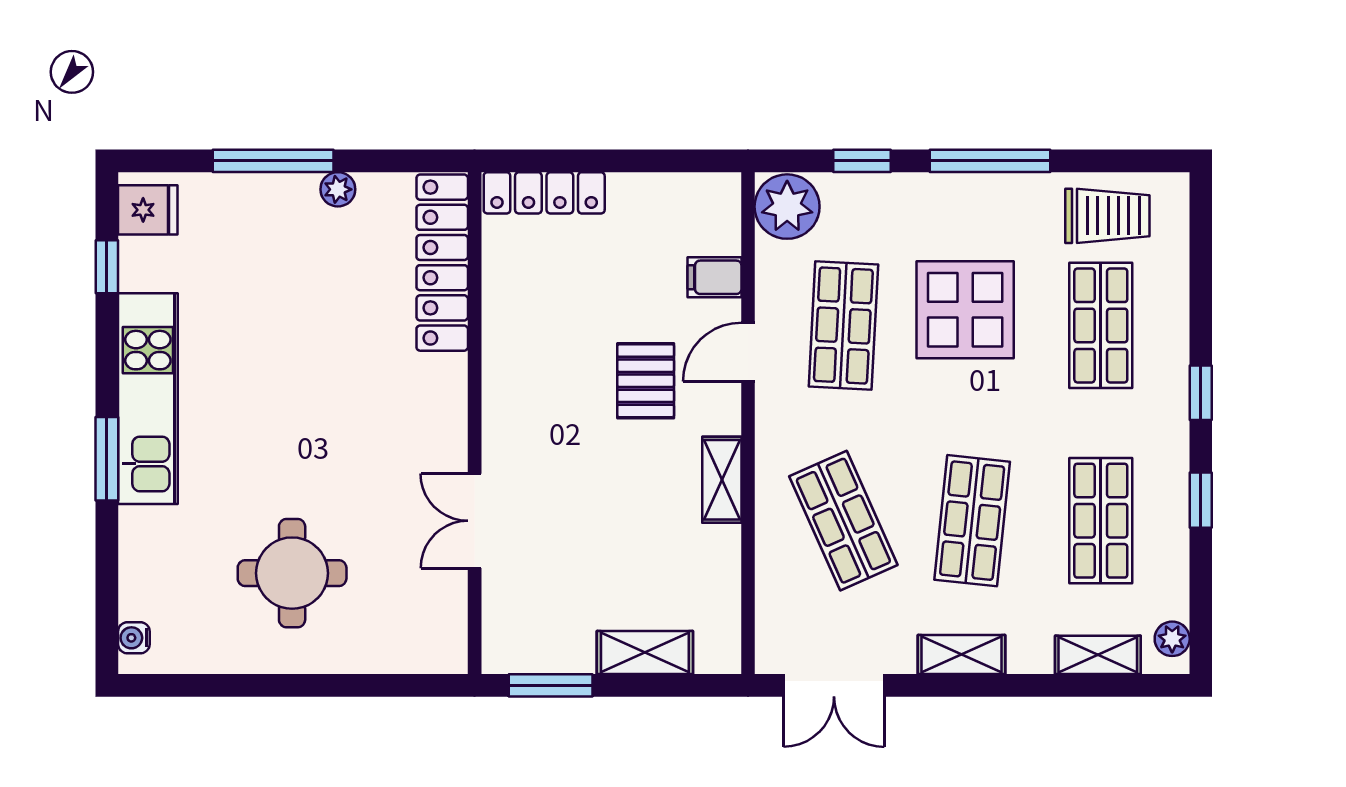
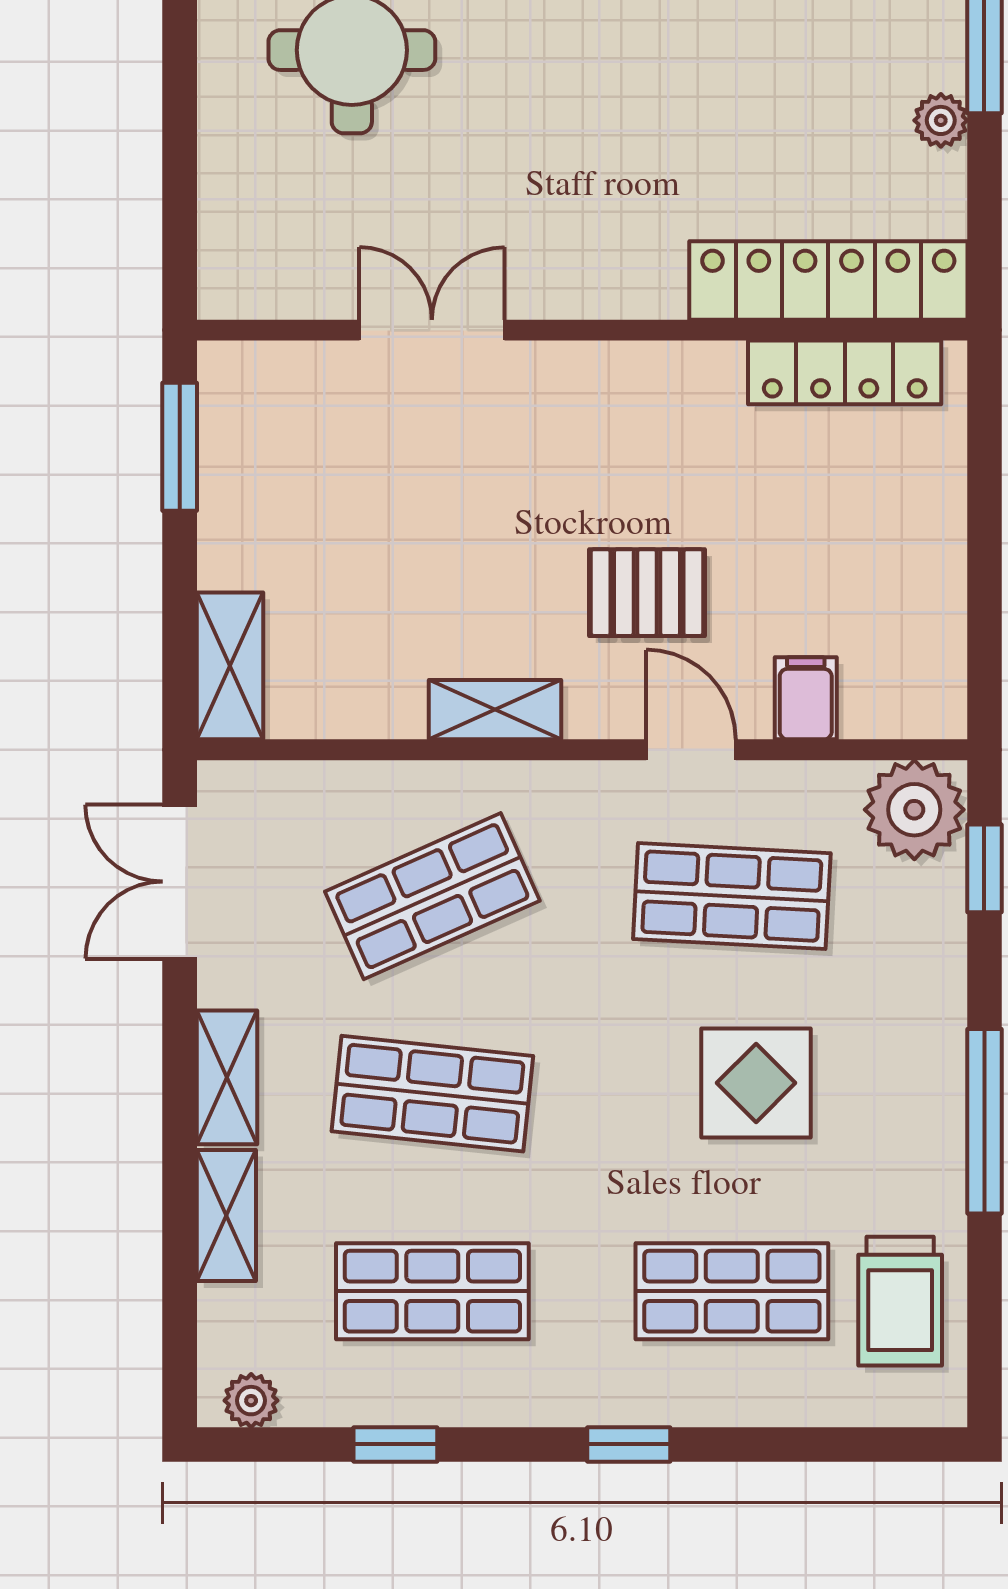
window: (862, 161) -> (984, 868), moved
locker: (544, 193) -> (845, 372), moved, turned -90
display table: (965, 310) -> (756, 1083), width x0.73, depth x0.73
window: (1201, 500) -> (395, 1444), moved
shelving: (645, 653) -> (230, 666), moved
shelving: (1098, 655) -> (226, 1215), moved

